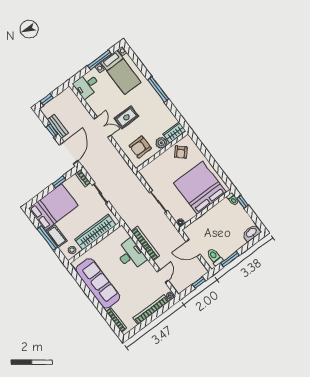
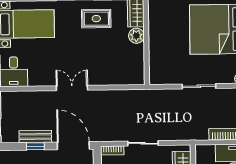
rug: (126, 117) -> (96, 19), moved, turned 90
armchair: (140, 147) -> (124, 62), removed
armchair: (181, 152) -> (162, 22), removed

